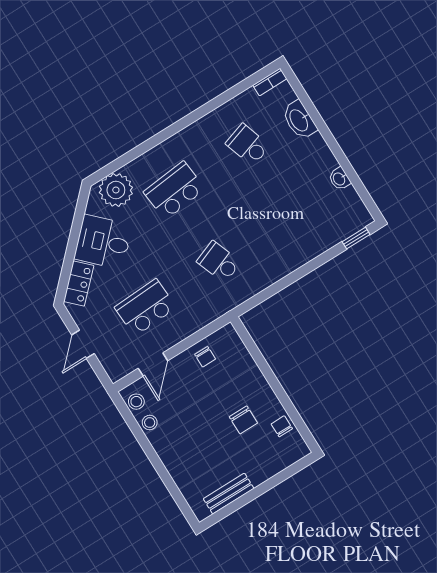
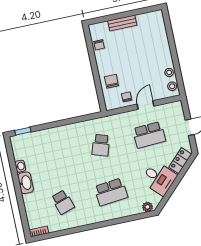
washbasin: (299, 120) -> (26, 183), moved
plant: (116, 190) -> (147, 207), width x0.53, depth x0.53
school desk: (219, 262) -> (101, 145), turned 39
door: (153, 364) -> (146, 105), moved
chair: (243, 420) -> (111, 81), moved
bench: (229, 494) -> (122, 23), moved

